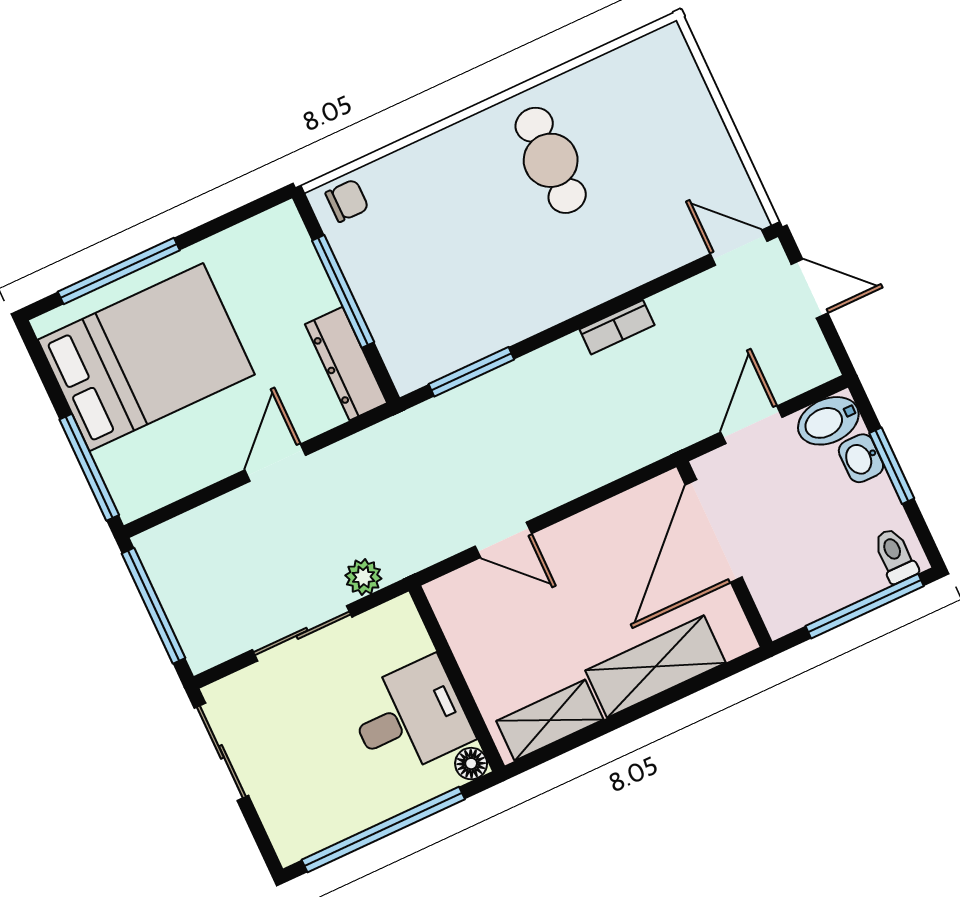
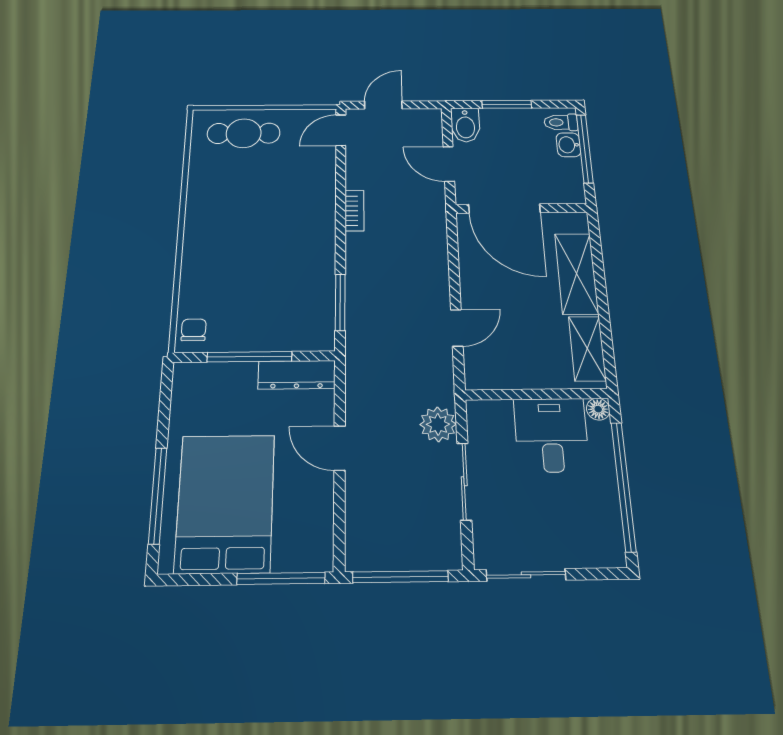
cafe table: (551, 160) -> (244, 133), moved
washbasin: (861, 458) -> (568, 145), moved, turned 90
plant: (363, 577) -> (438, 424), width x1.38, depth x1.38

